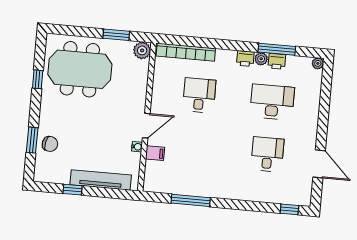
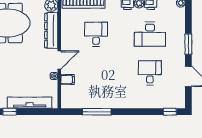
dresser: (139, 85) -> (51, 30), added
desk: (272, 102) -> (150, 34), turned 180
window: (323, 120) -> (188, 44), added

